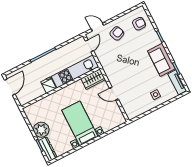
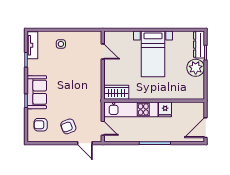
door: (89, 46) -> (103, 128), swing flipped
sofa: (161, 60) -> (37, 92), moved
door: (114, 94) -> (103, 51), moved

